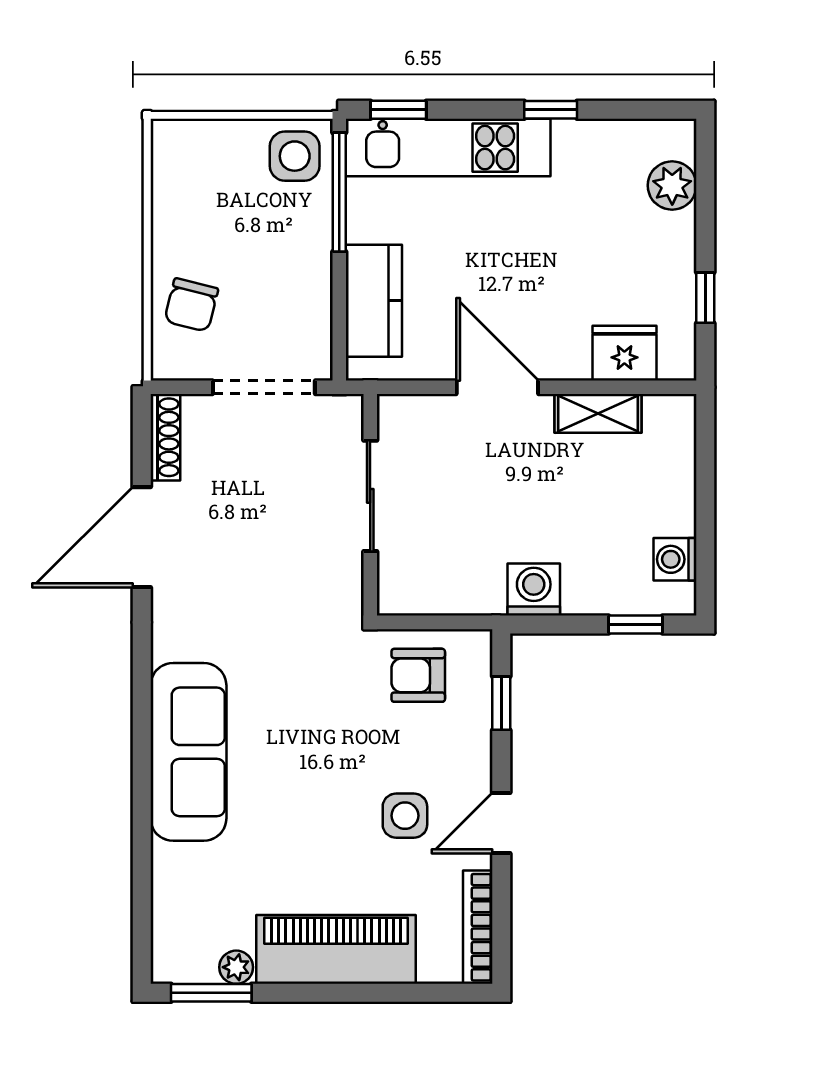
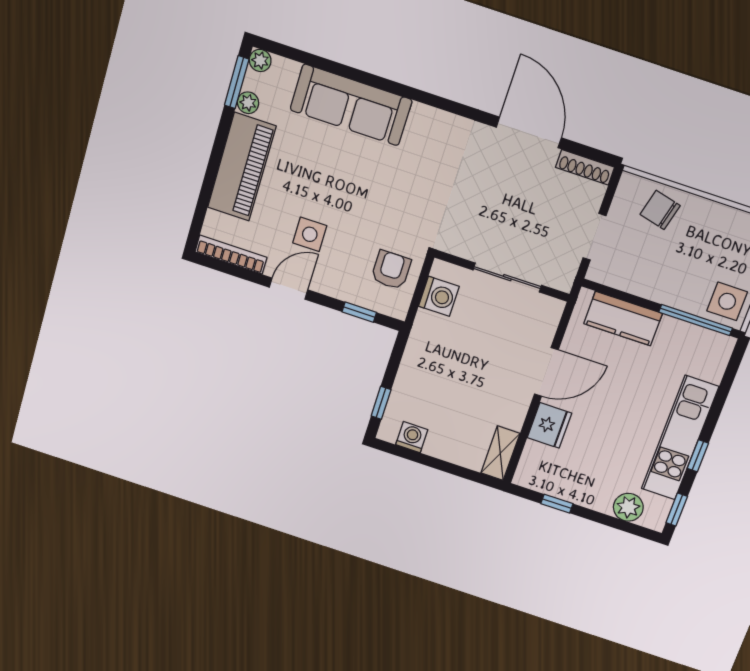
window: (398, 110) -> (677, 510), moved
kitchen unit: (448, 148) -> (680, 438), moved
fridge: (624, 353) -> (549, 425), moved
doorway: (264, 387) -> (594, 237), width x0.73
shelving: (598, 413) -> (500, 453), moved
washing machine: (534, 590) -> (439, 296), moved
sofa: (188, 752) -> (351, 105), moved
door: (501, 823) -> (289, 289), hinge flipped
plant: (168, 967) -> (260, 60), added

